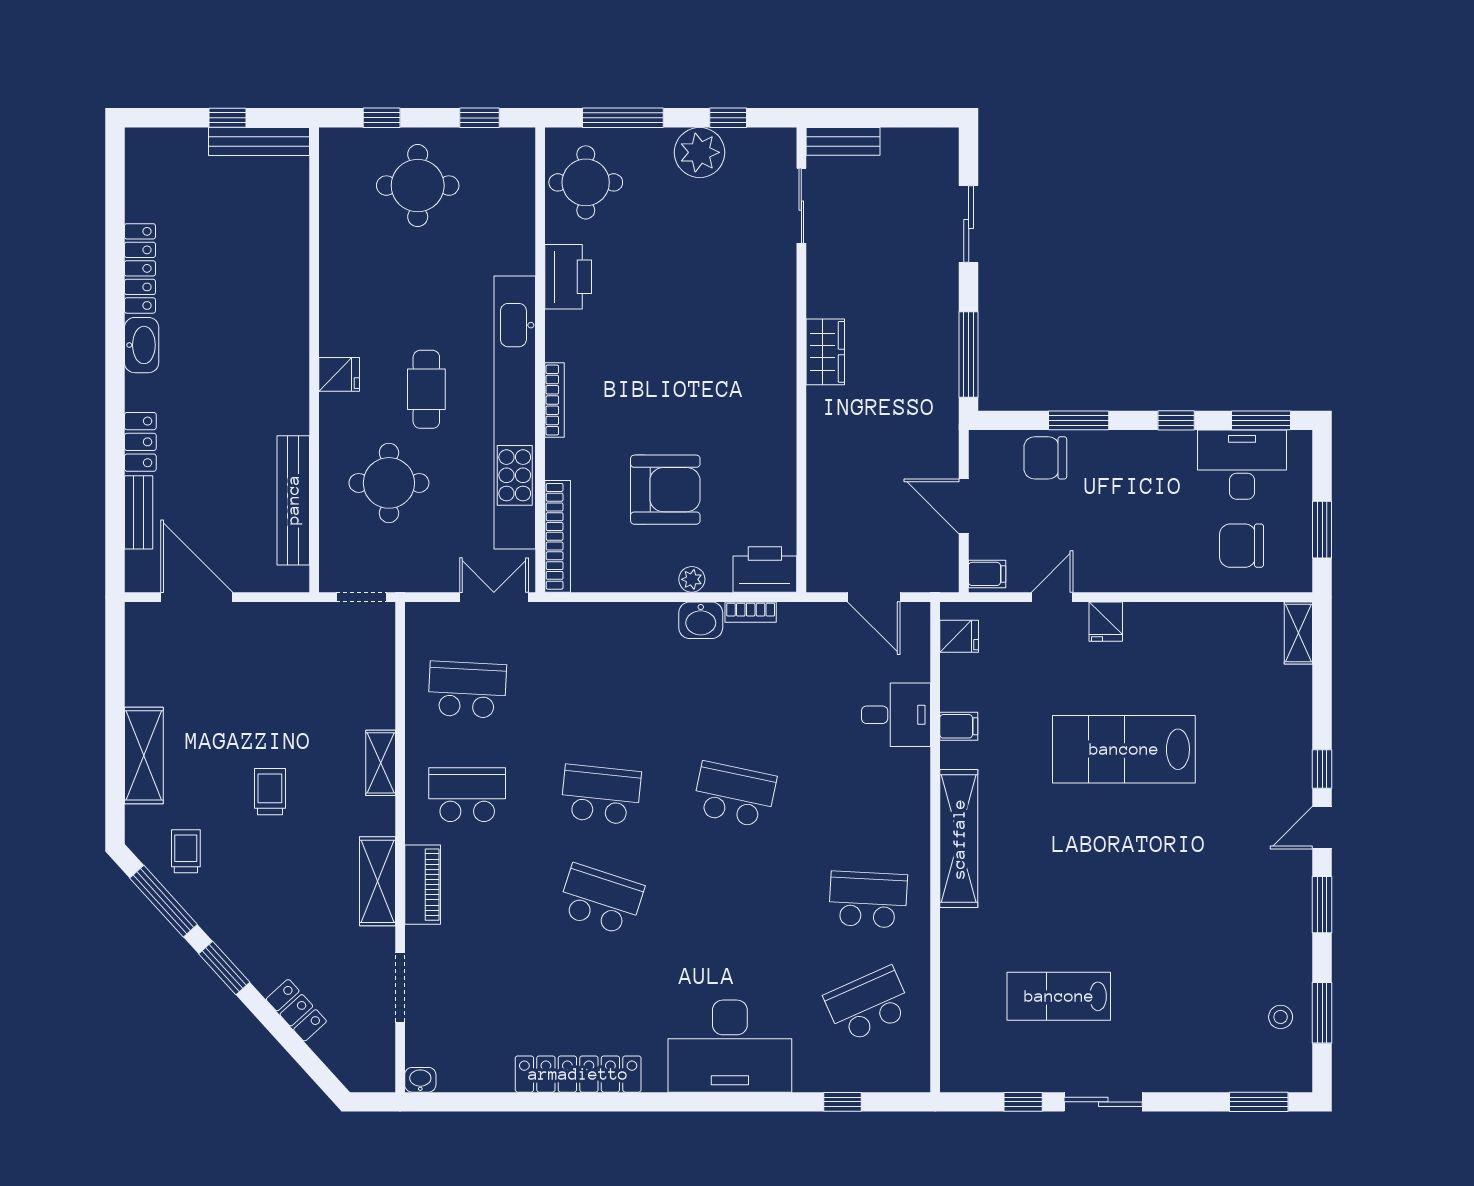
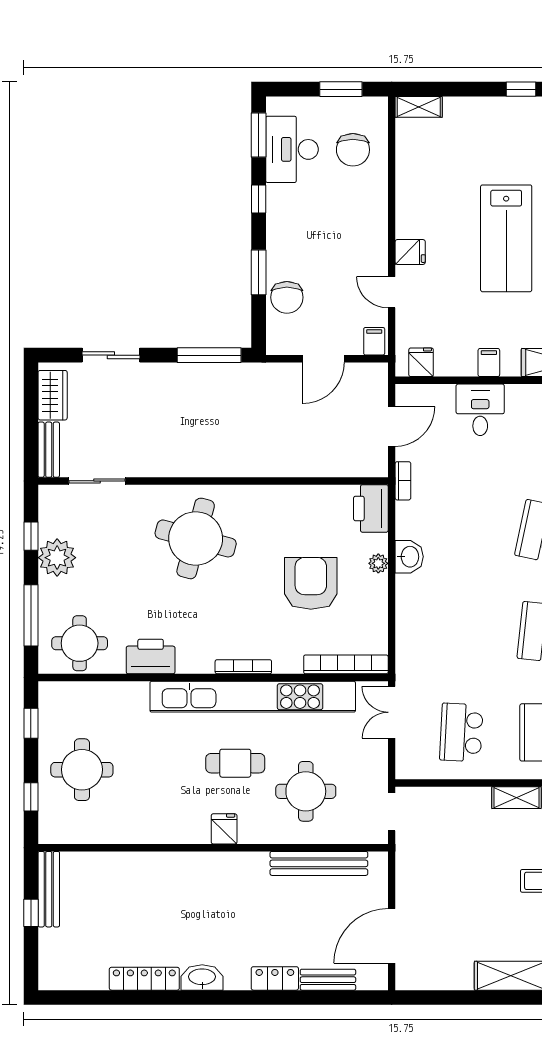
round table: (725, 337) -> (196, 538), added
wardrobe: (825, 352) -> (53, 395), moved, turned 90
bookcase: (751, 612) -> (403, 481), moved

